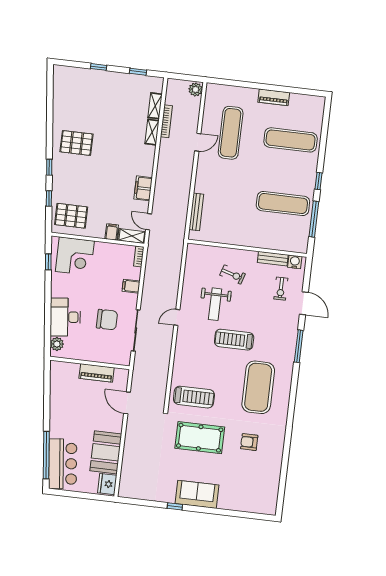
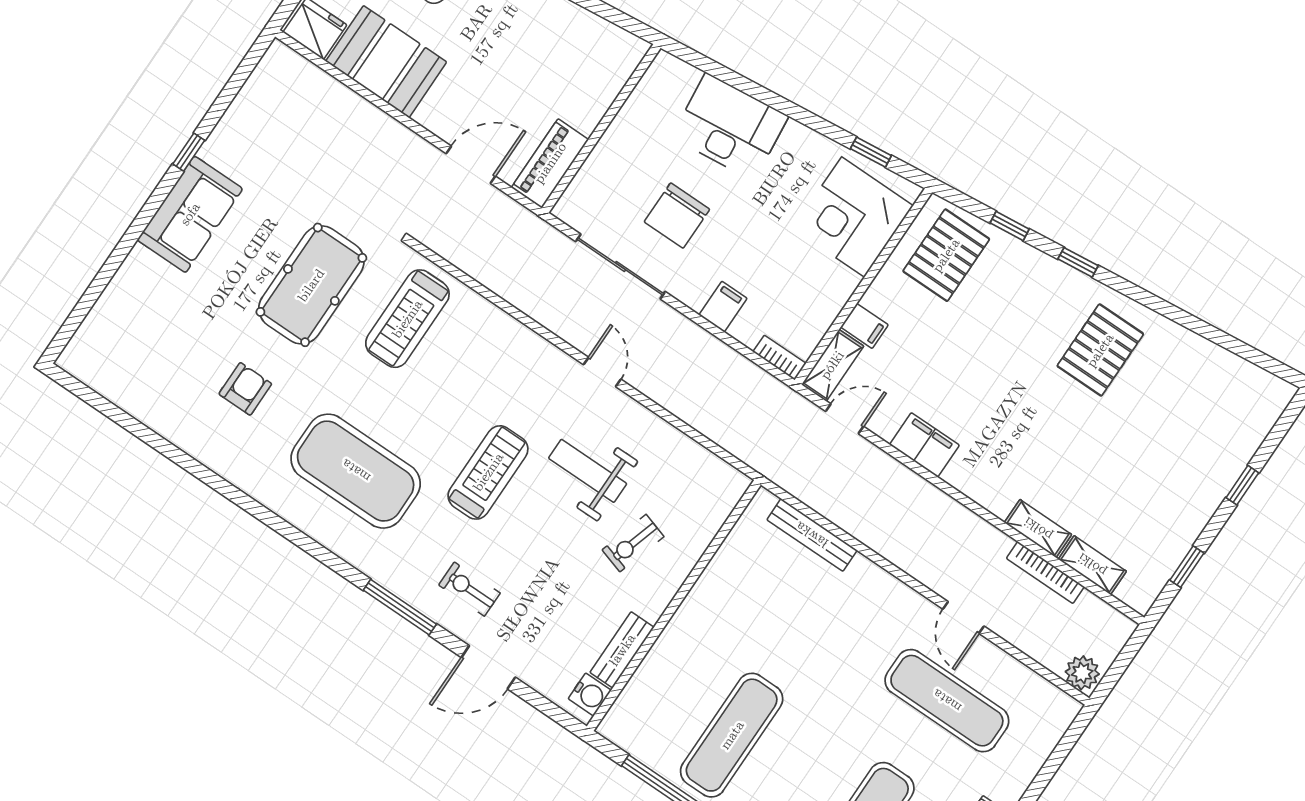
exercise bike: (281, 289) -> (469, 589), moved
plant: (57, 344) -> (680, 77), removed
piano: (97, 373) -> (550, 163), moved

